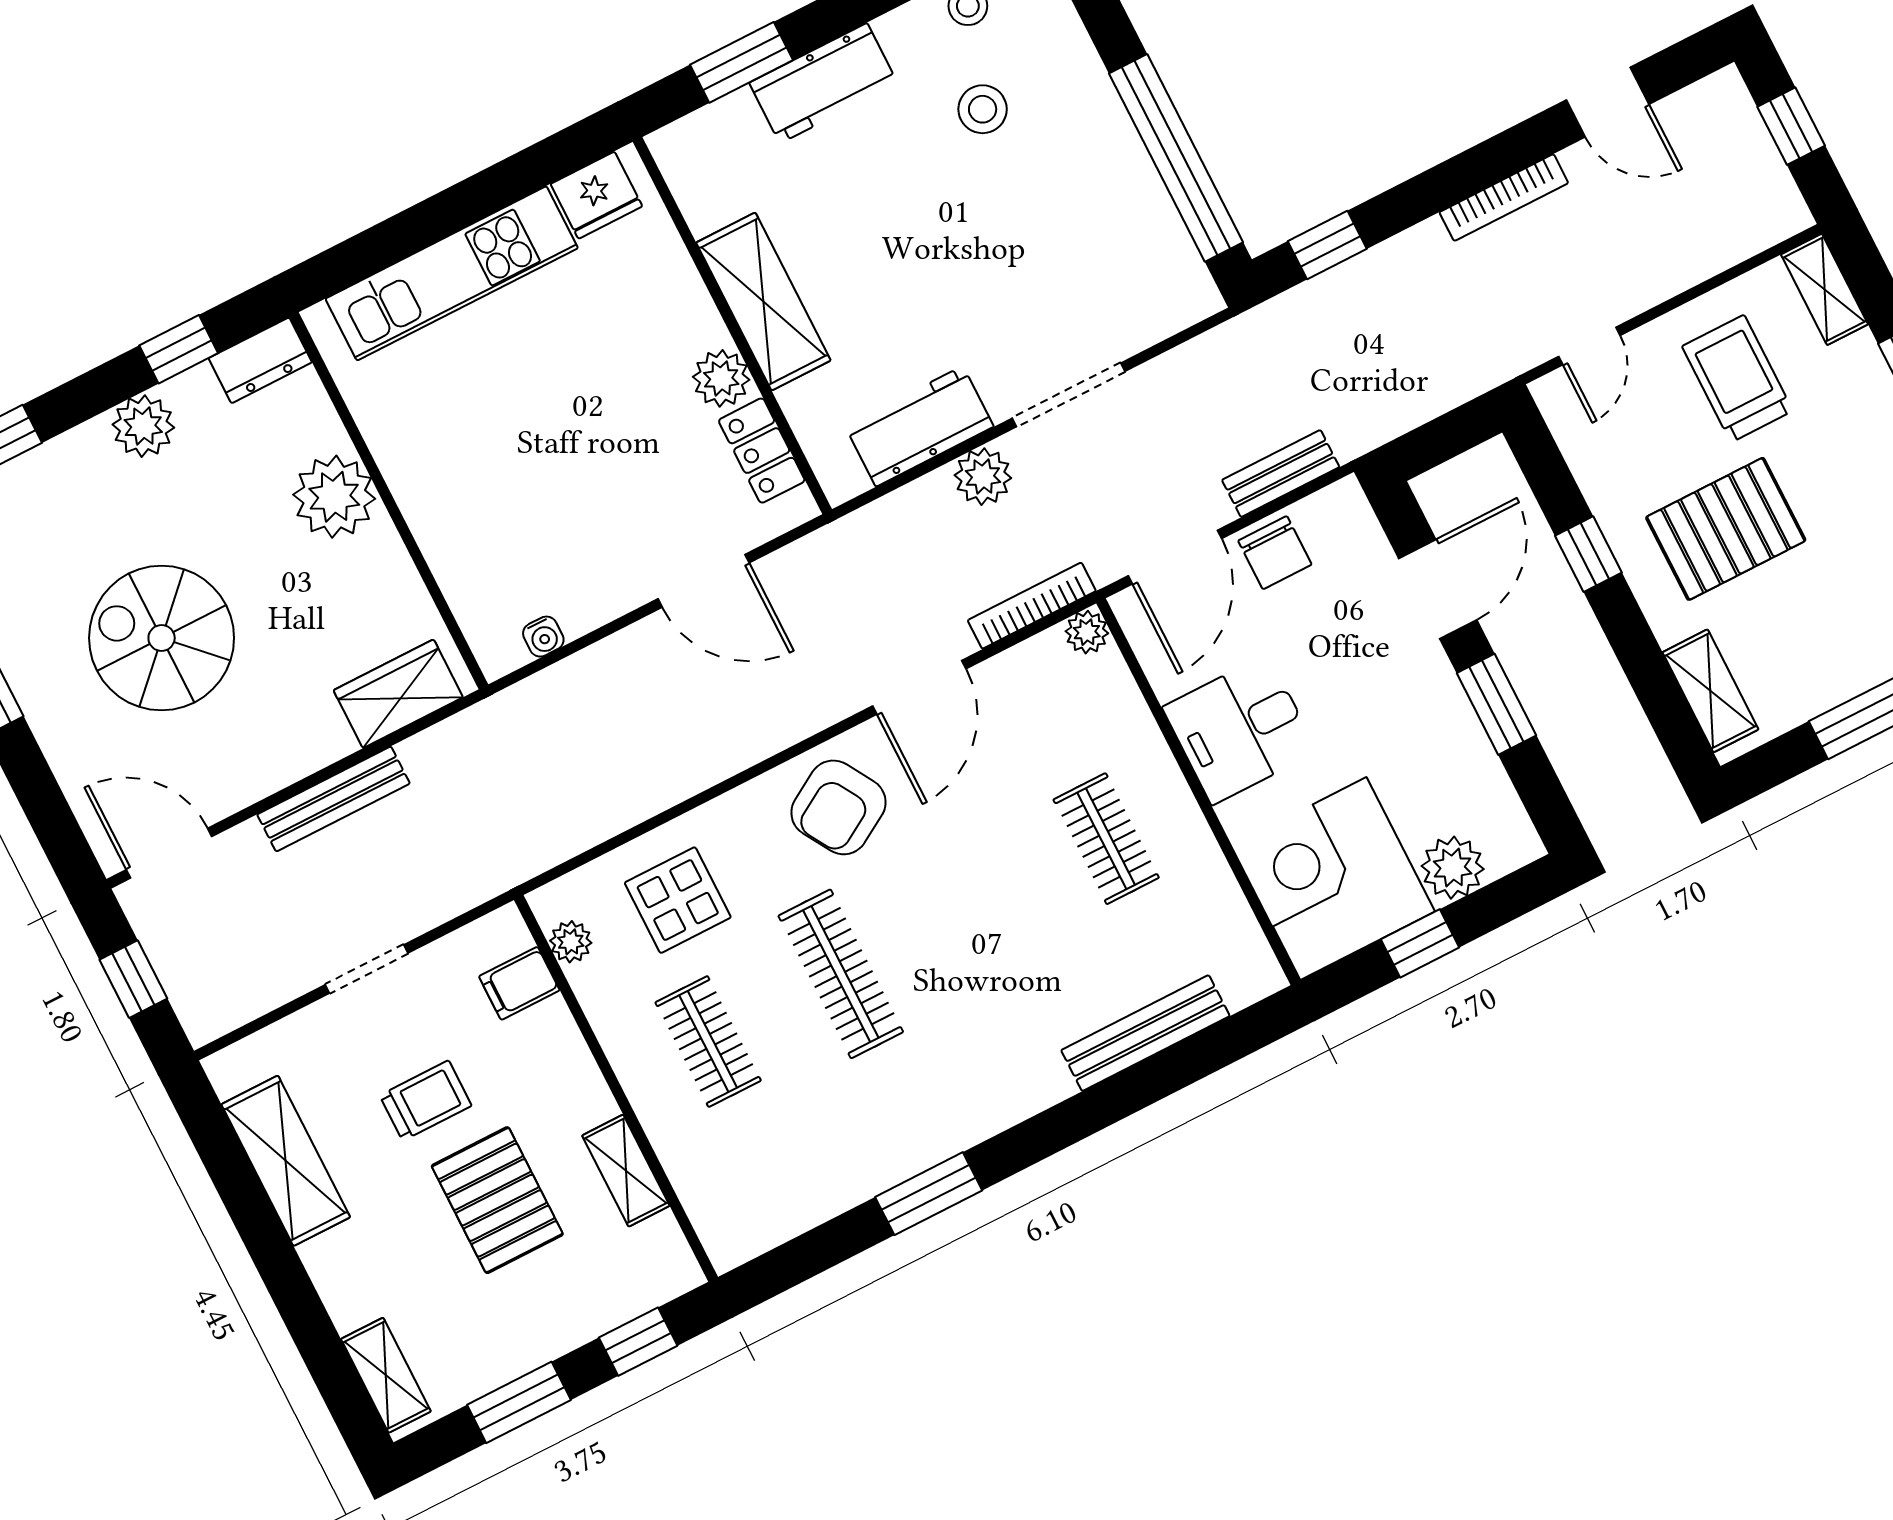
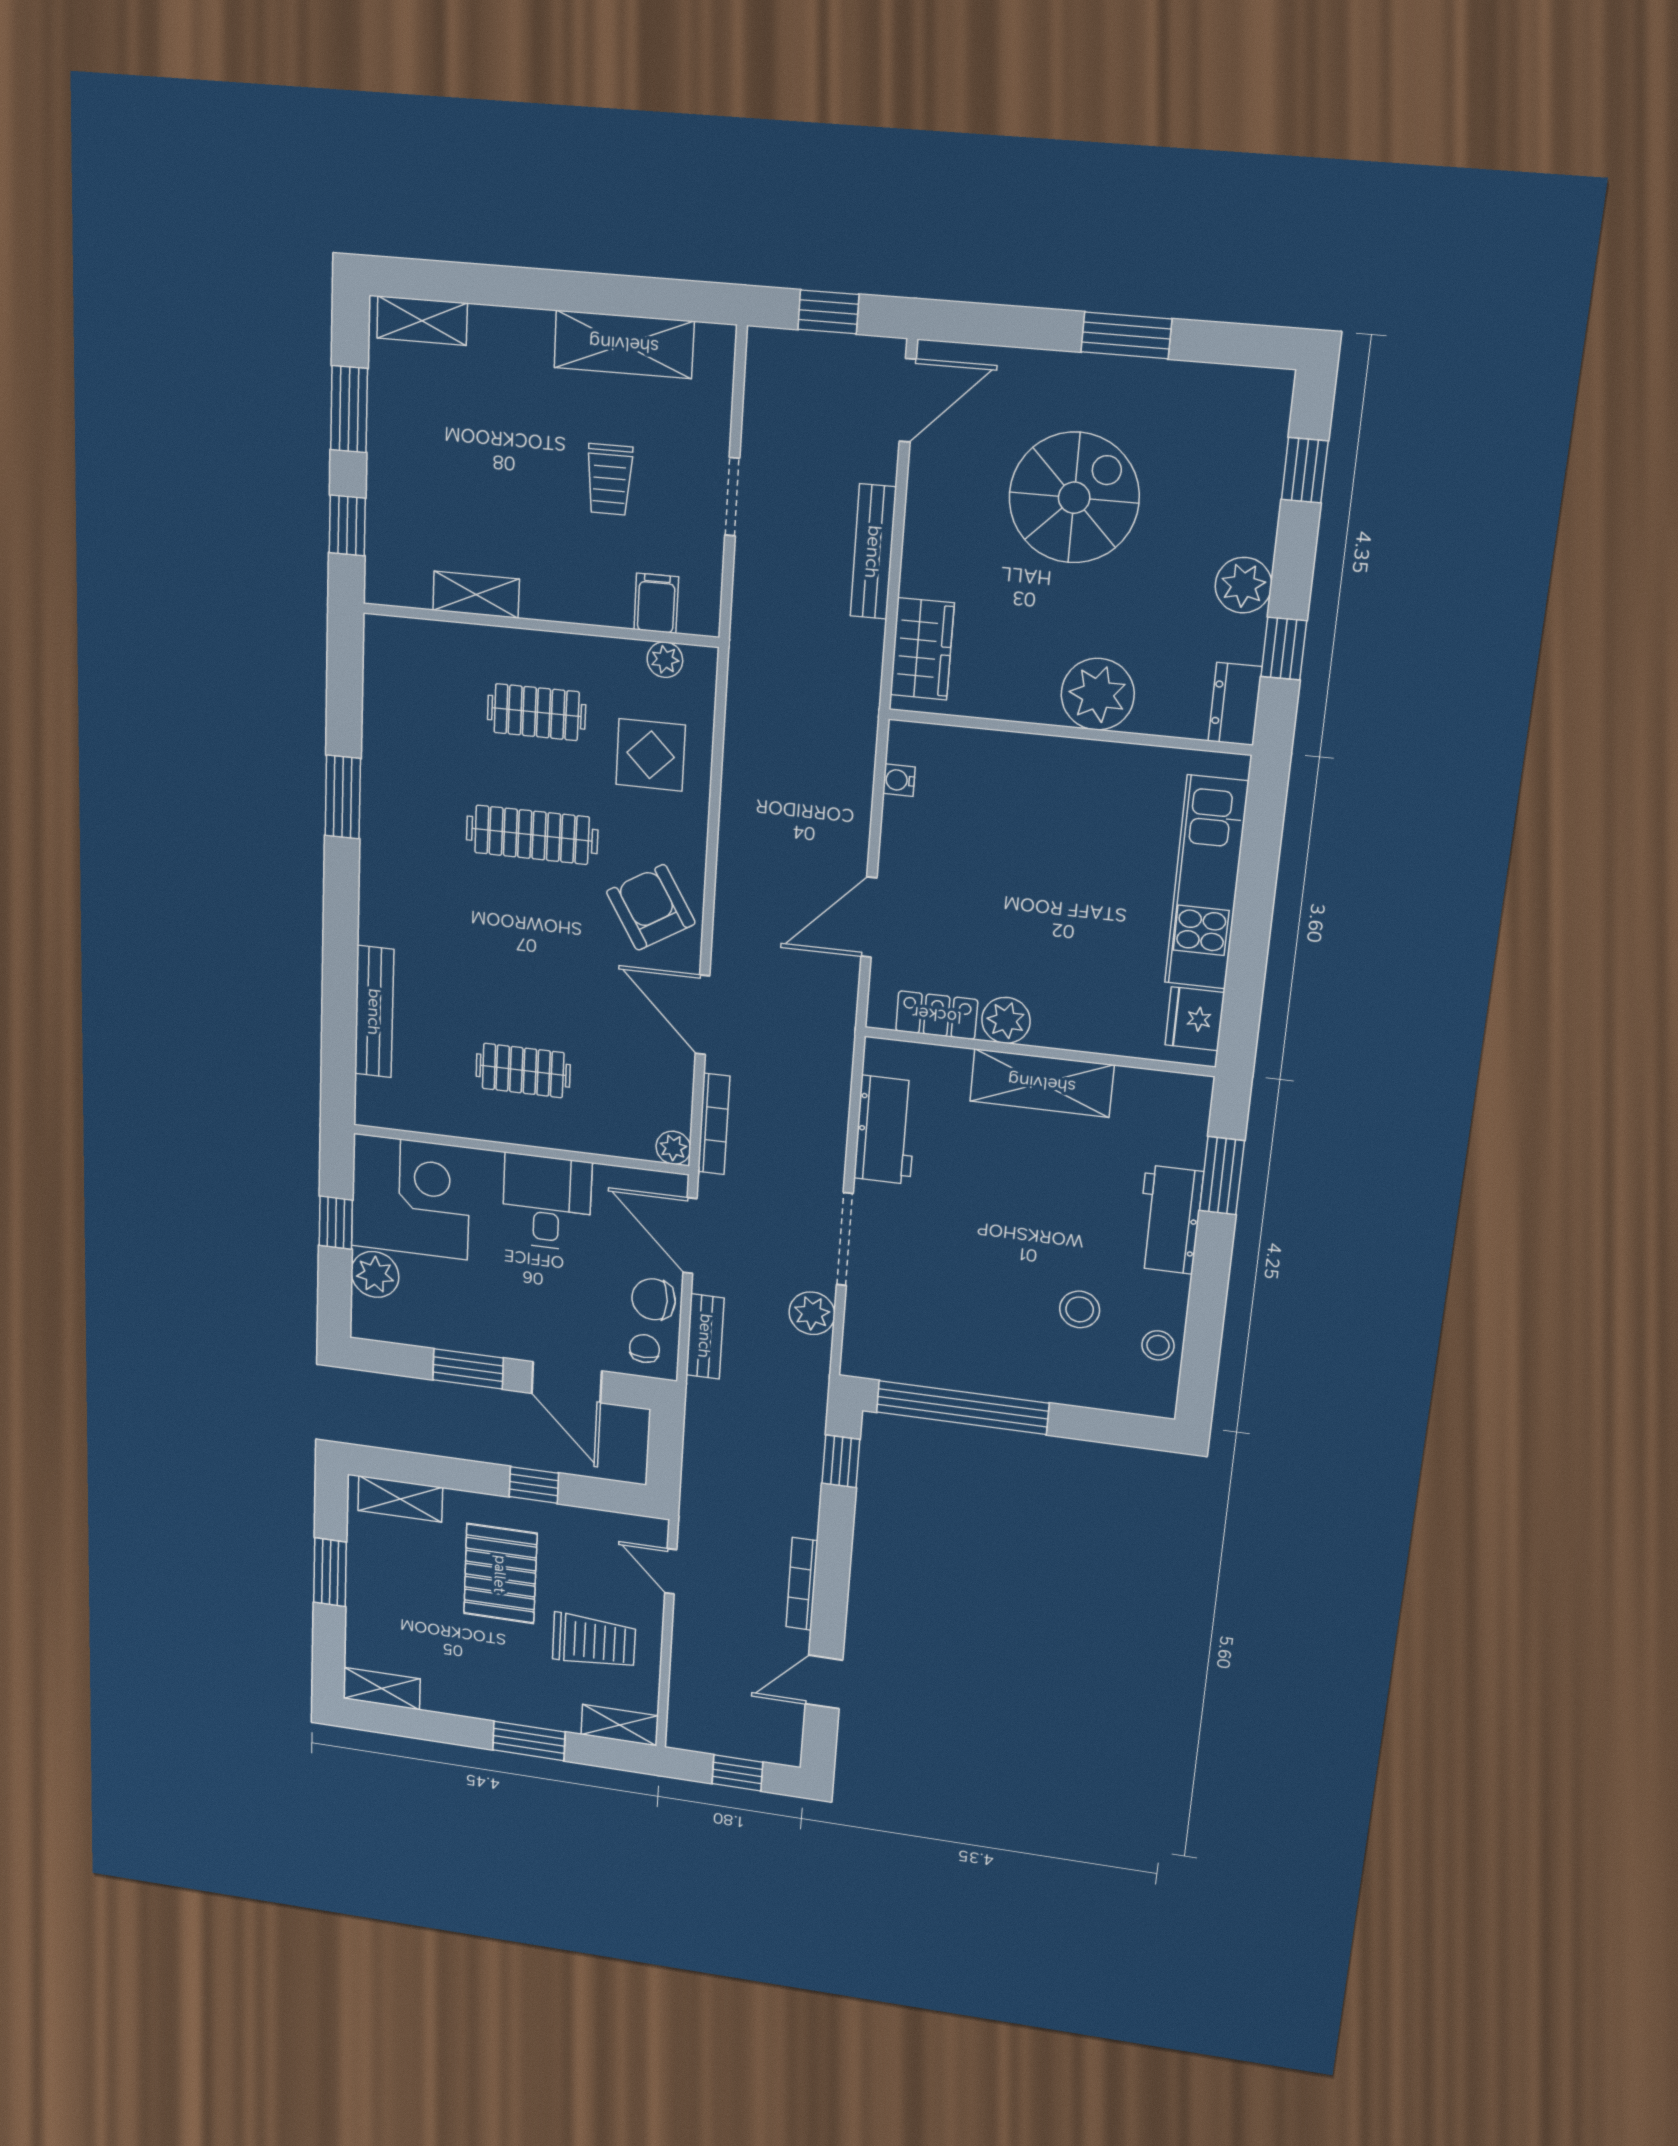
plant: (983, 477) -> (812, 1313), moved
chair: (1340, 529) -> (644, 1349), added
pallet: (497, 1200) -> (506, 487), removed

